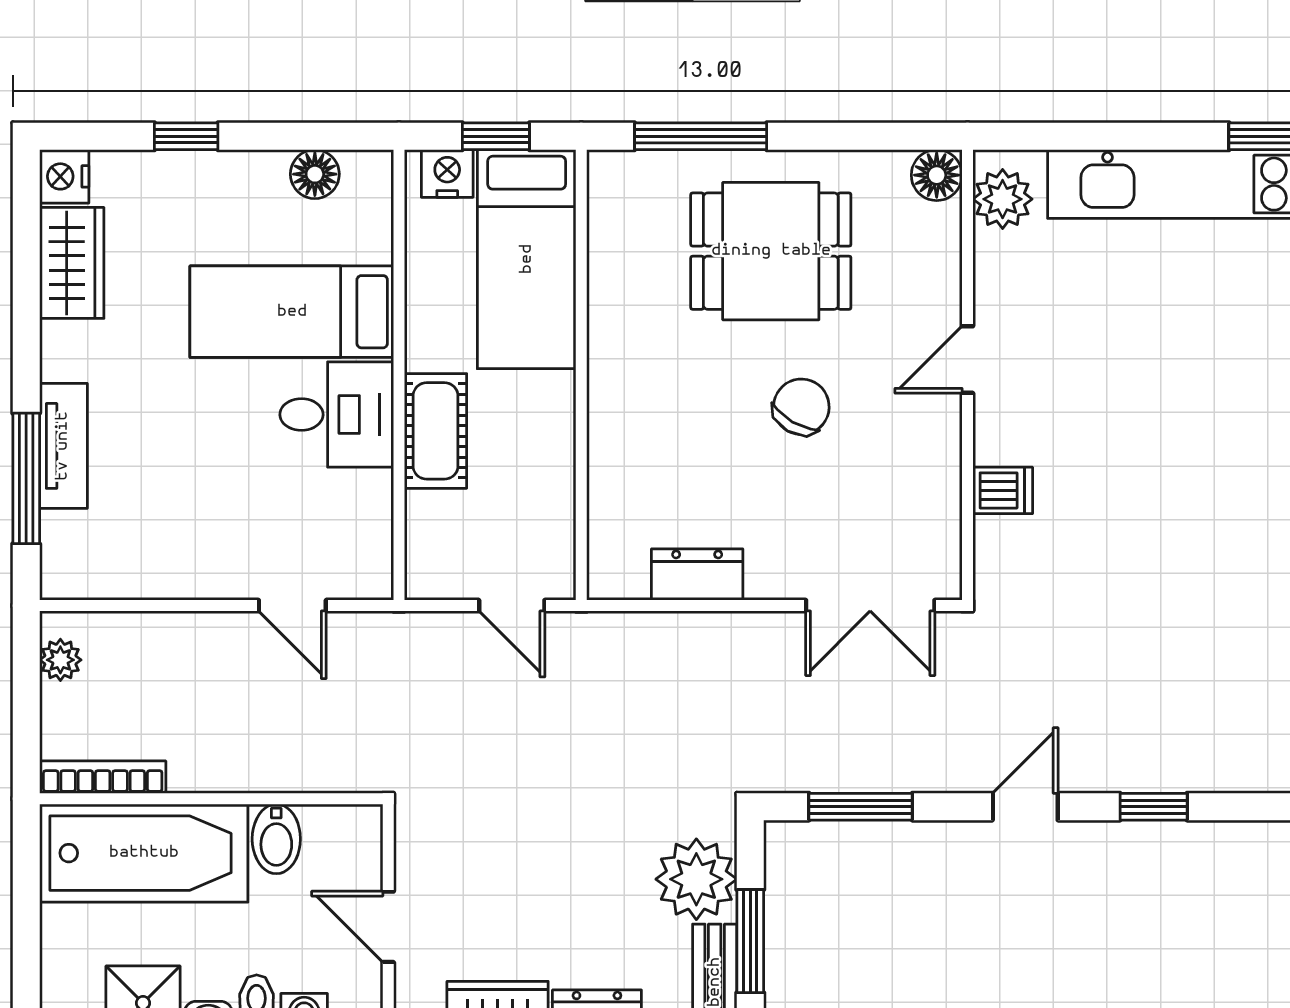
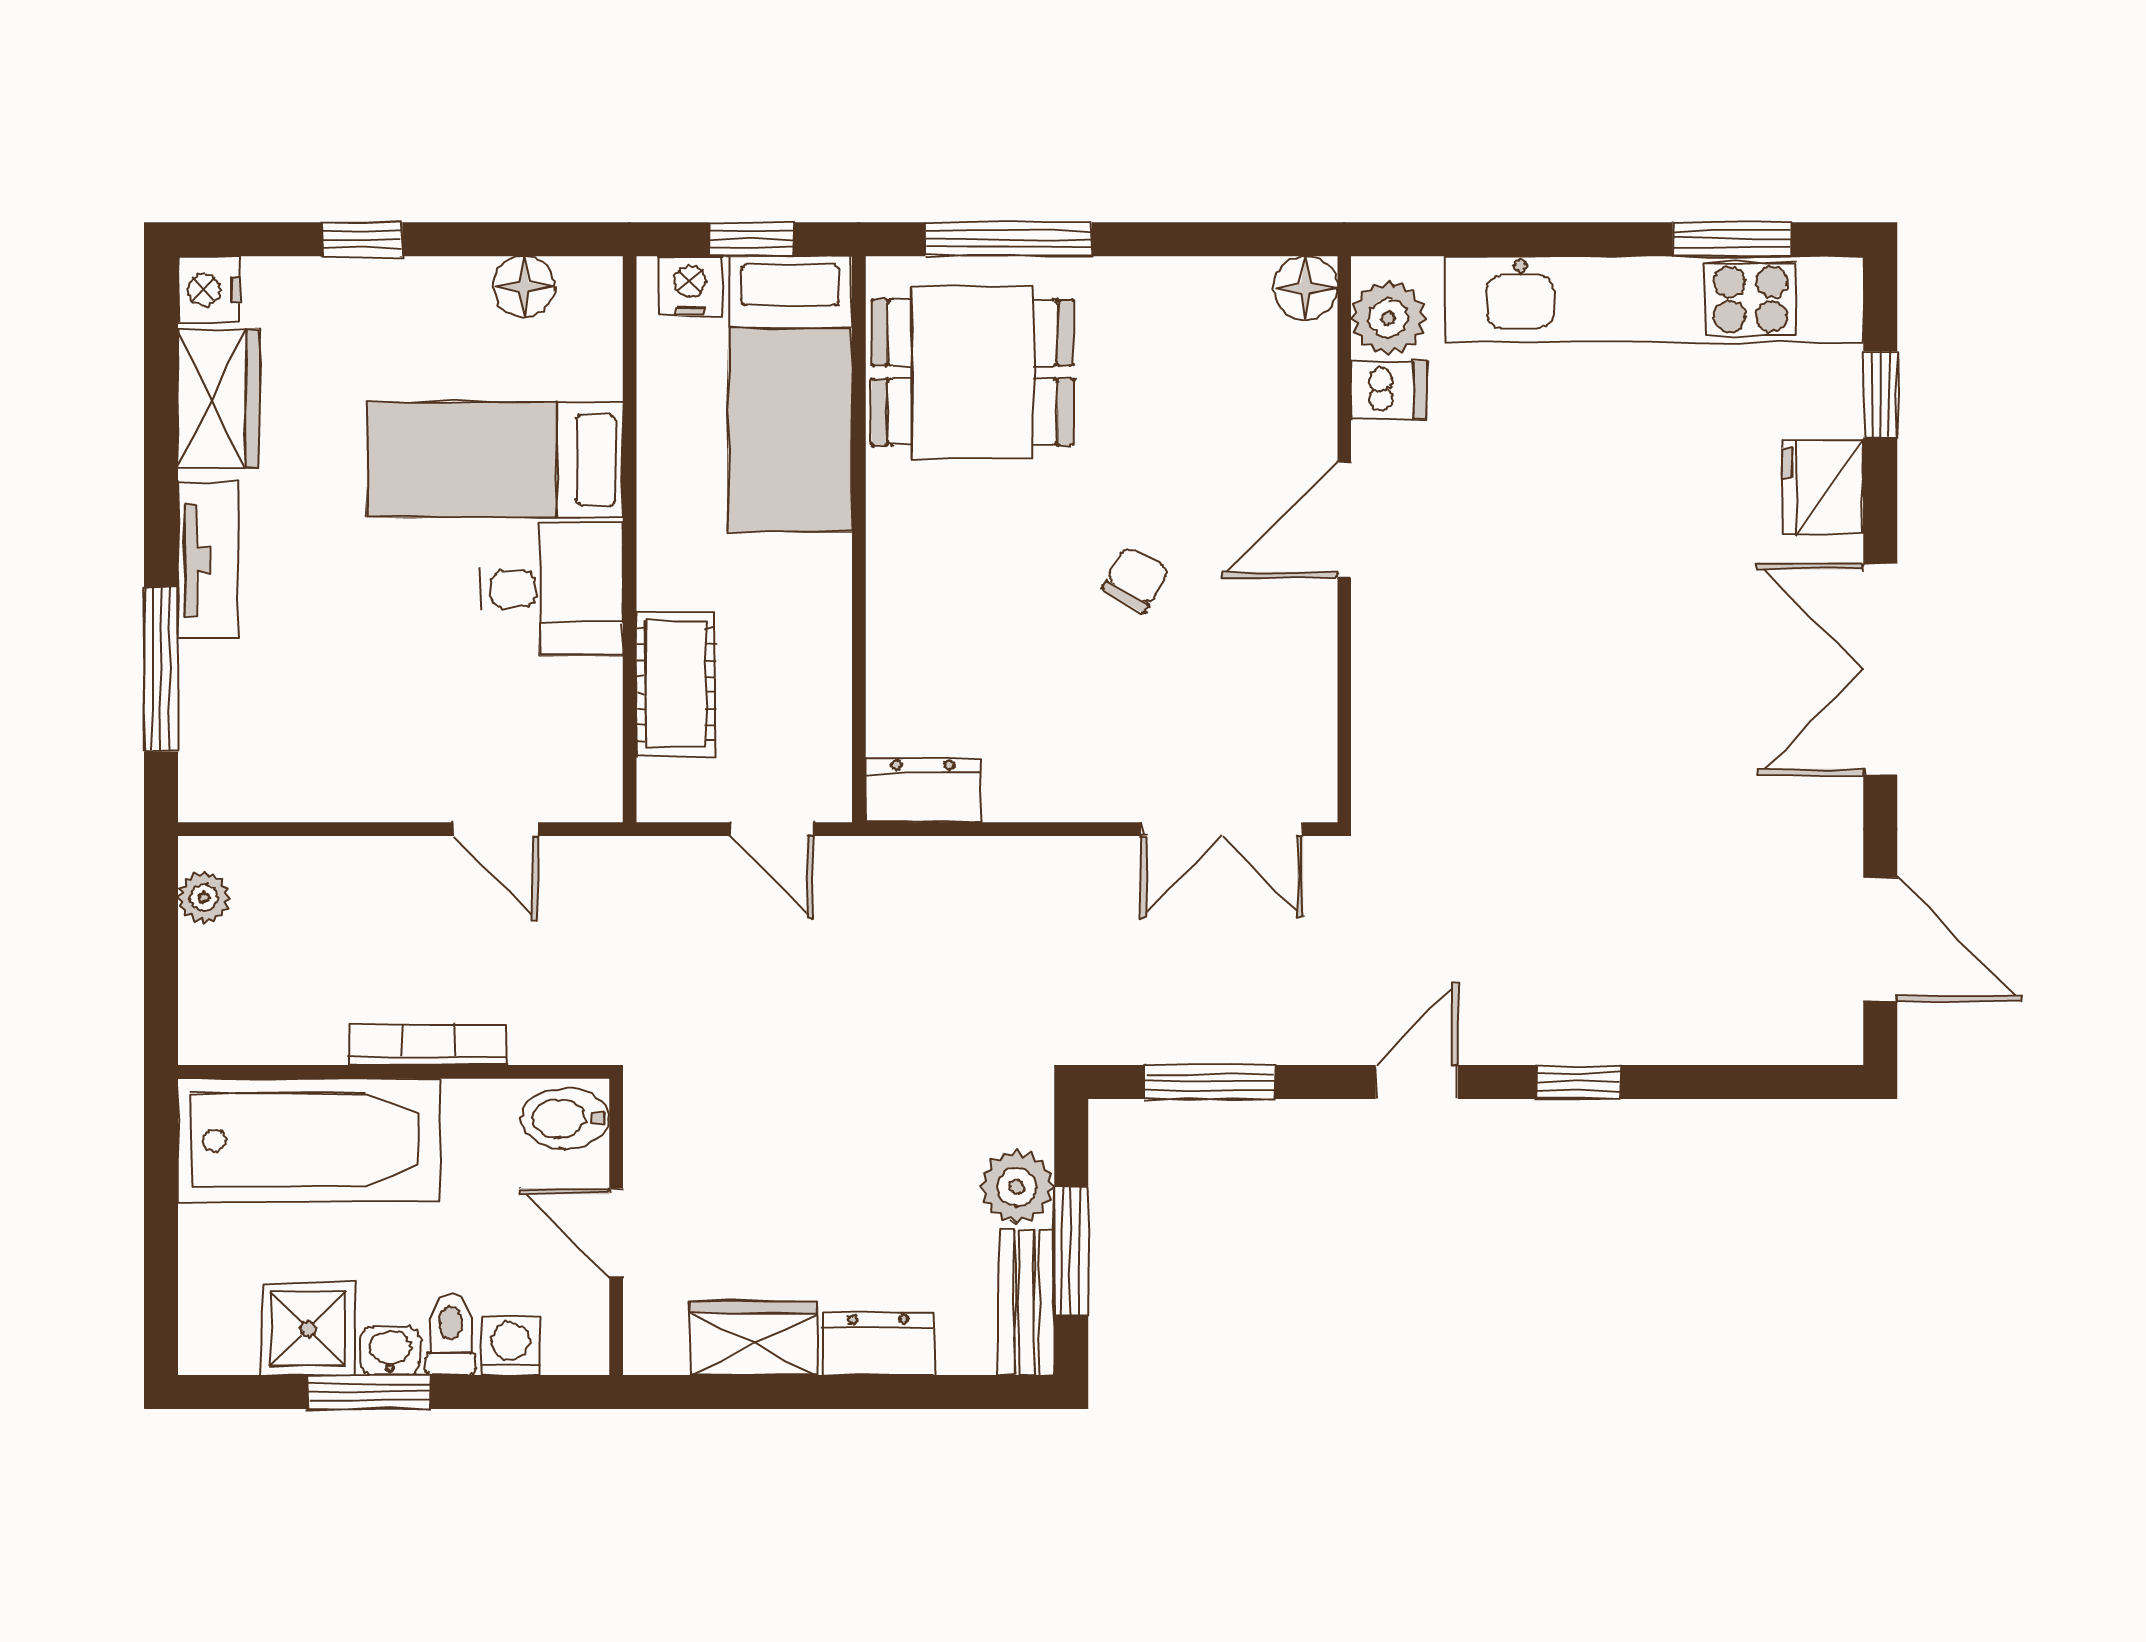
dining table: (771, 251) -> (972, 372), moved
door: (967, 360) -> (1344, 520), width x1.38
chair: (801, 407) -> (1135, 579), width x0.73, depth x0.73
cot: (436, 431) -> (676, 684), moved
tv unit: (63, 446) -> (208, 560), moved
dishwasher: (1003, 490) -> (1389, 390), moved
dresser: (697, 574) -> (923, 790), moved
bookcase: (103, 777) -> (428, 1045), moved
bidet: (276, 839) -> (566, 1119), moved, turned 90
plant: (696, 879) -> (1017, 1187), width x0.73, depth x0.73

